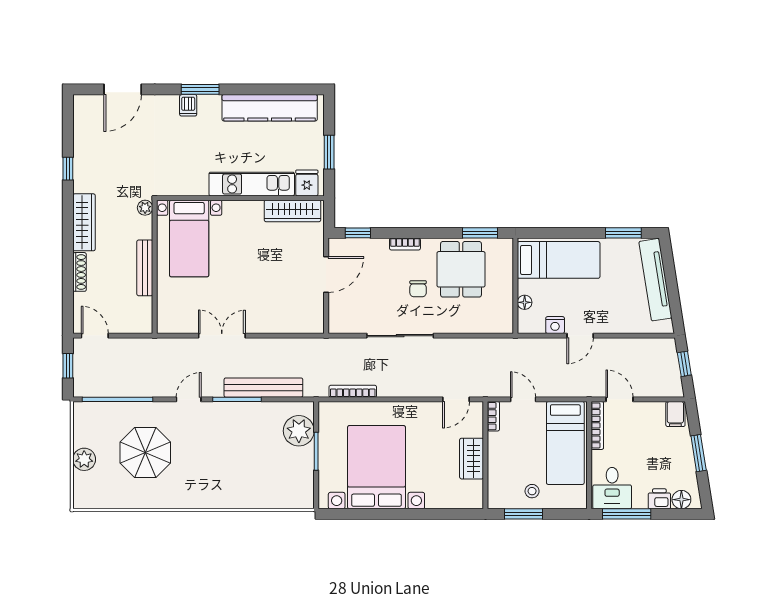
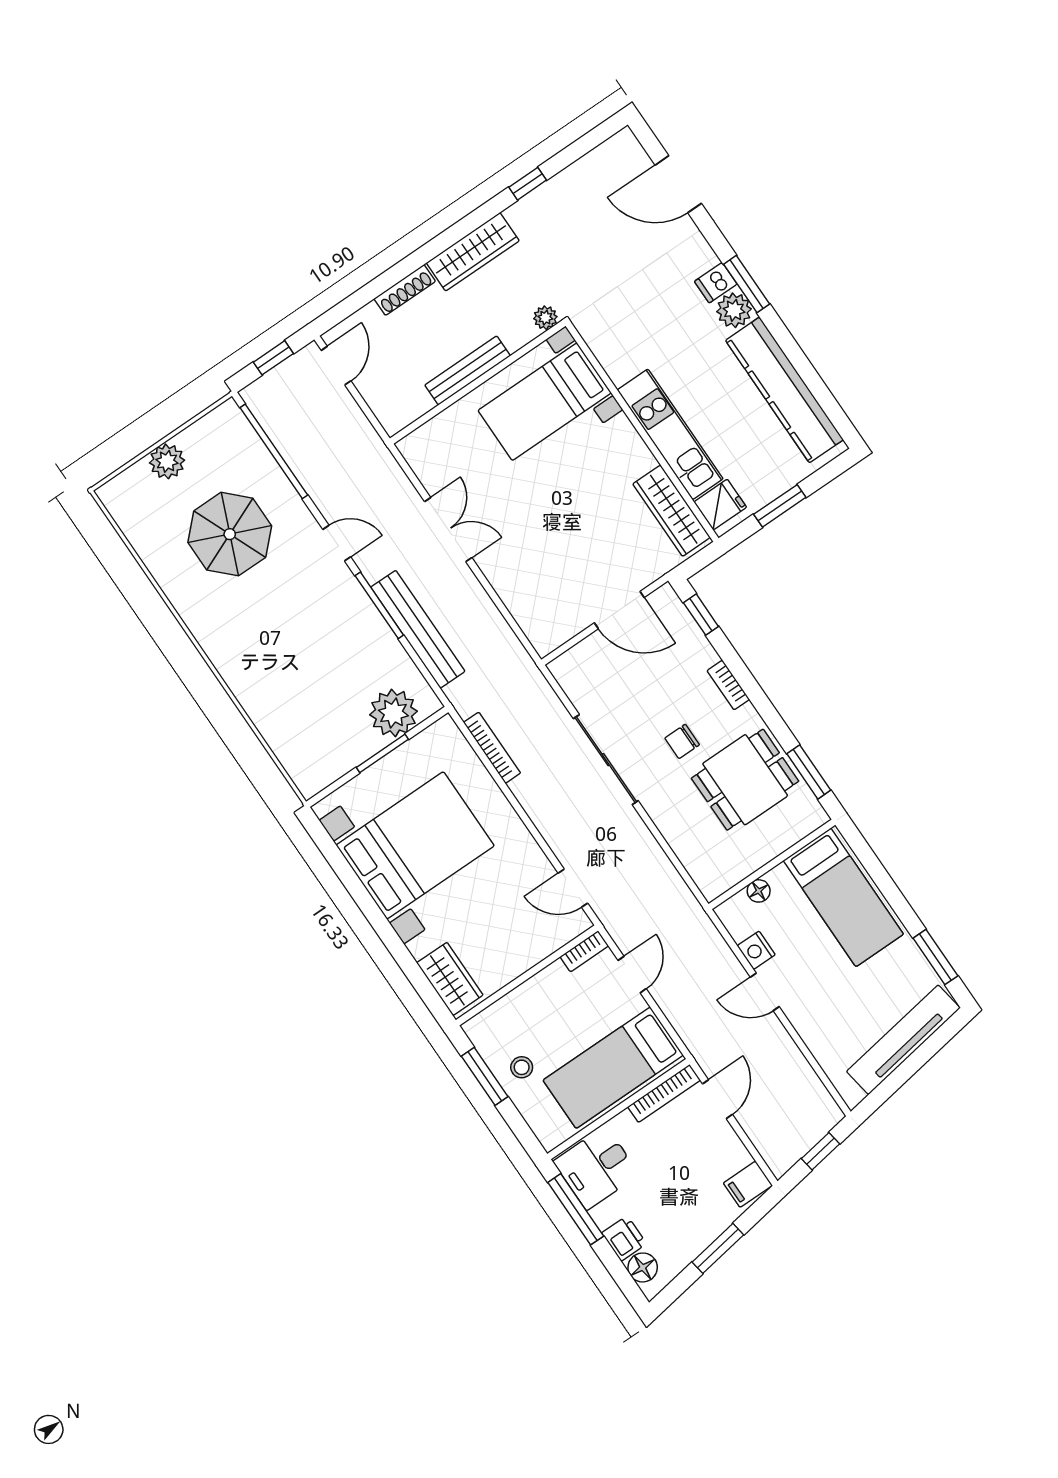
plant: (209, 106) -> (734, 310), added
wardrobe: (472, 459) -> (450, 979), moved, turned 90

